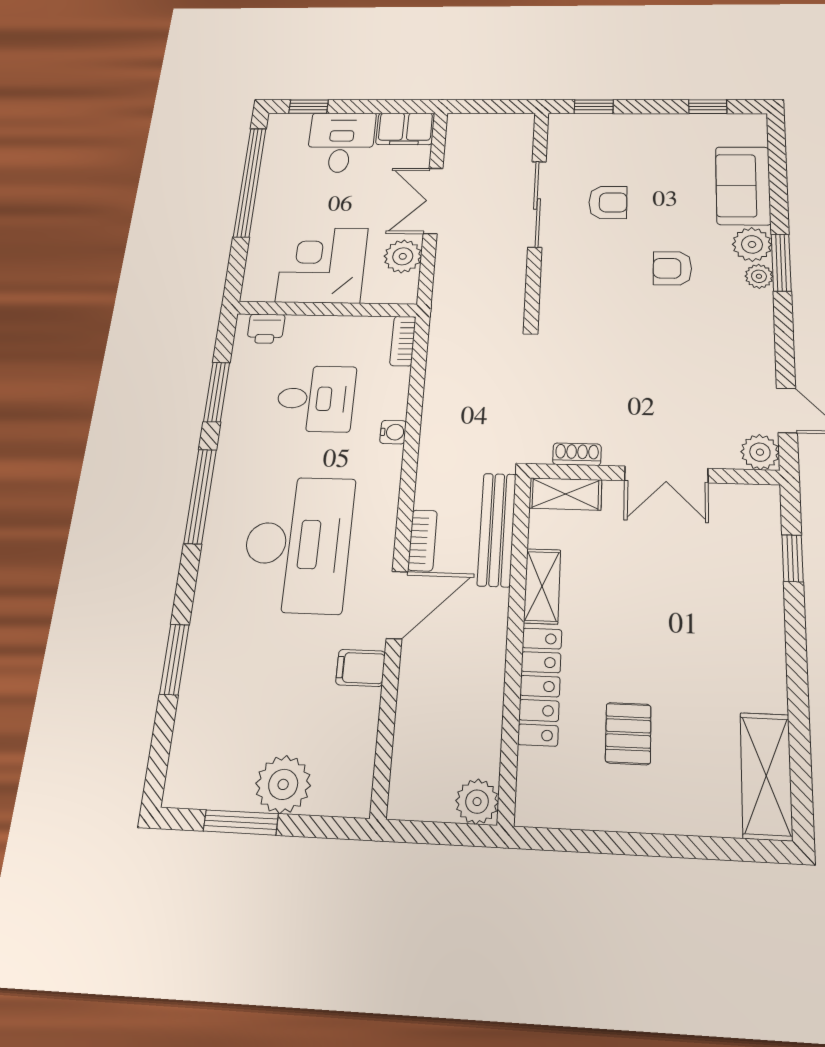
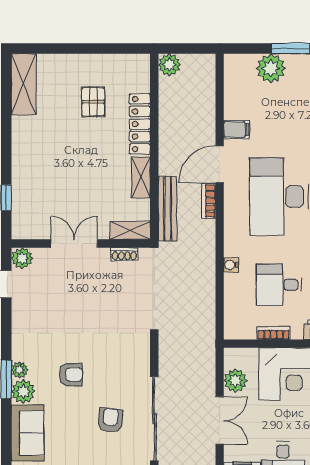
armchair: (608, 202) -> (110, 420), turned 96
sliding door: (537, 204) -> (154, 419), width x1.36
bookcase: (403, 341) -> (274, 333), moved, turned -90

